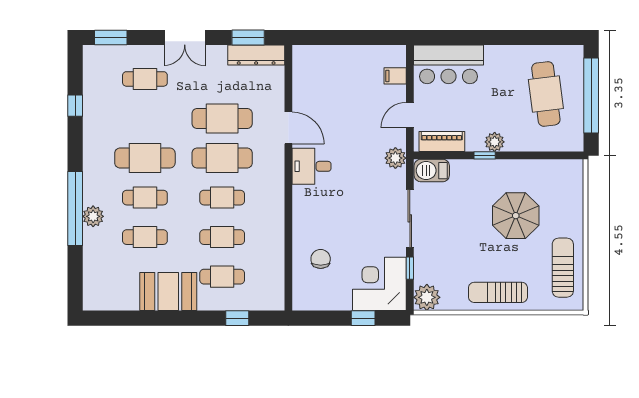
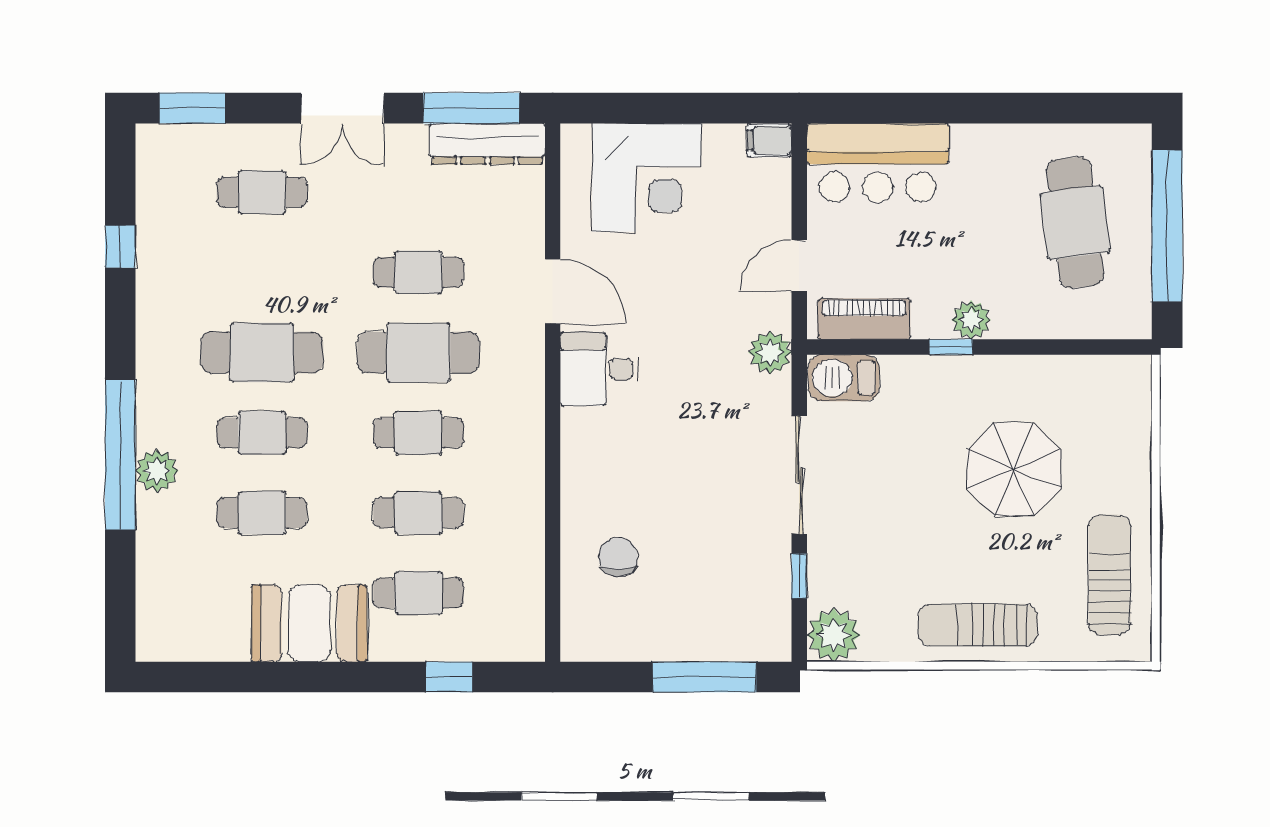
window: (248, 38) -> (471, 108), width x1.44
filing cabinet: (395, 76) -> (769, 140), moved
cafe table: (222, 118) -> (418, 272), width x0.73, depth x0.74
corner desk: (379, 284) -> (647, 177), moved, turned 180
window: (363, 318) -> (705, 677), width x2.17

